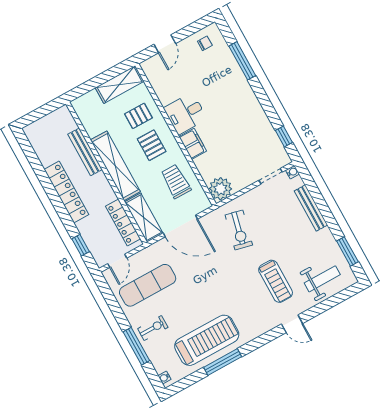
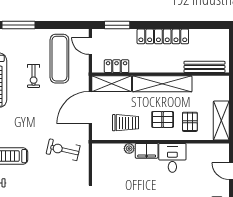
bench: (85, 152) -> (204, 67), moved
plant: (220, 189) -> (129, 149), moved, width x0.53, depth x0.53
locker: (123, 223) -> (117, 66), width x0.66
window: (81, 245) -> (117, 25), width x1.50
exercise bike: (153, 328) -> (34, 76), moved

